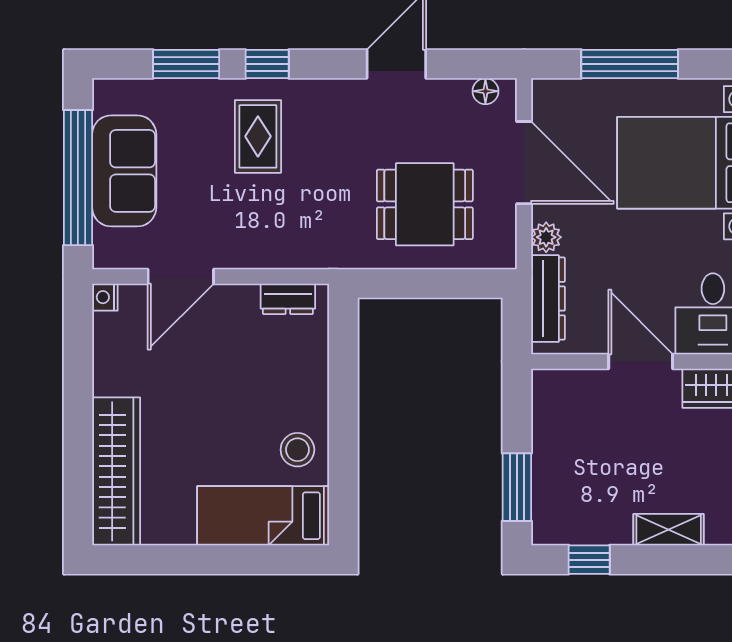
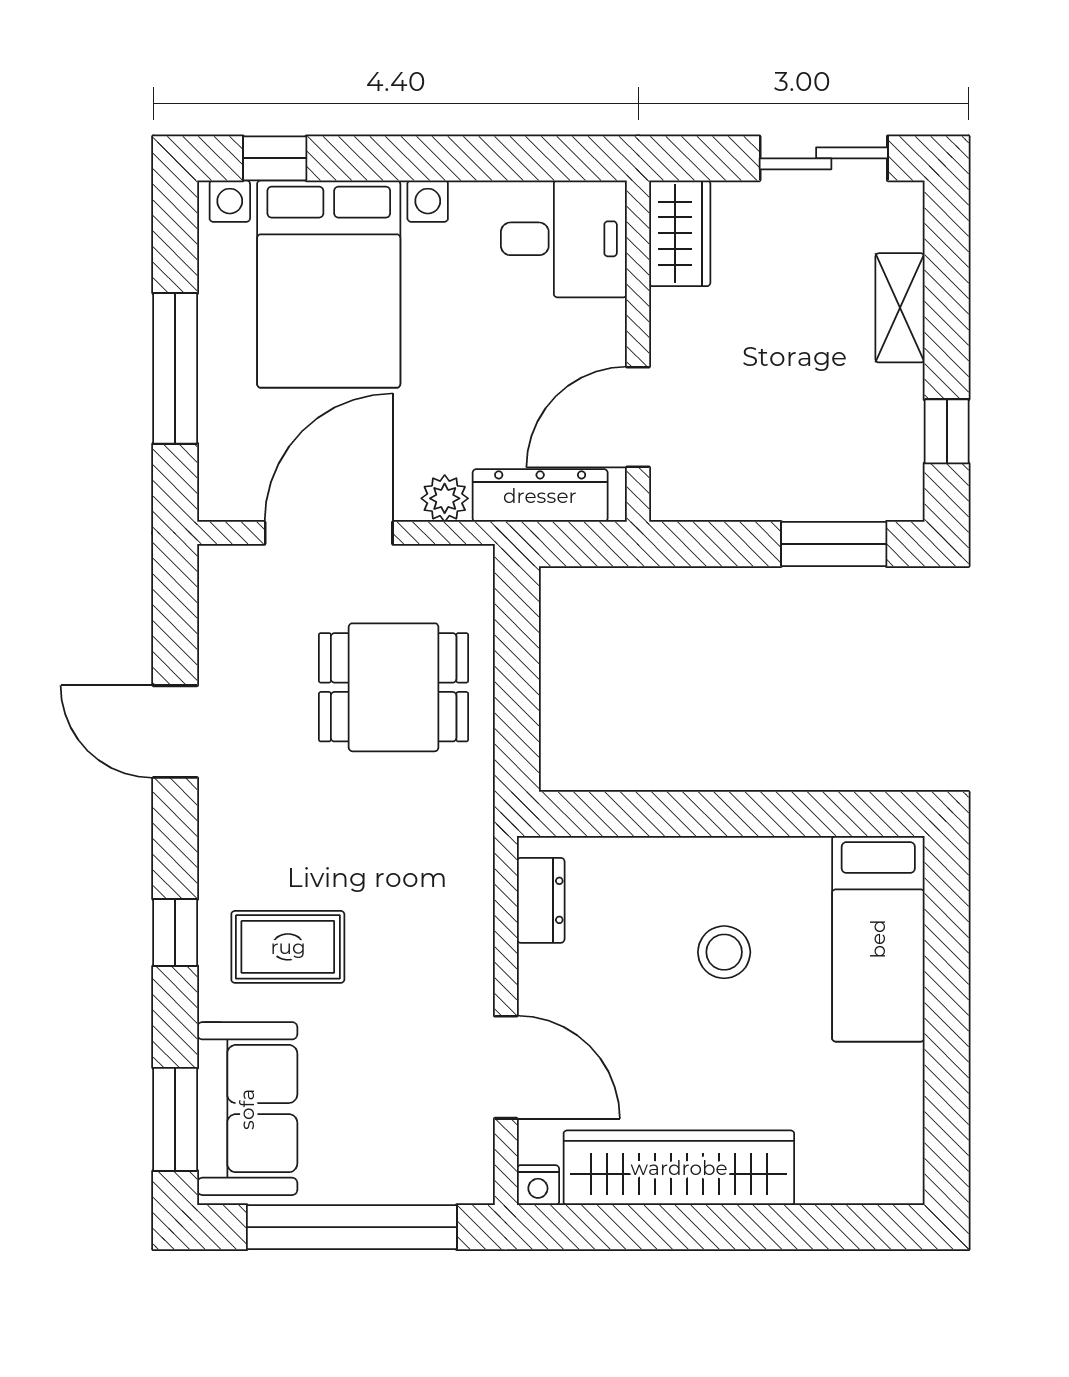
window: (186, 64) -> (175, 1119), moved
floor lamp: (485, 91) -> (217, 593), removed
sofa: (124, 171) -> (247, 1109), moved, turned 90
dining table: (425, 204) -> (394, 687), turned 90
door: (641, 361) -> (638, 417), moved
stool: (297, 450) -> (724, 952), moved
wardrobe: (116, 471) -> (679, 1168), moved

